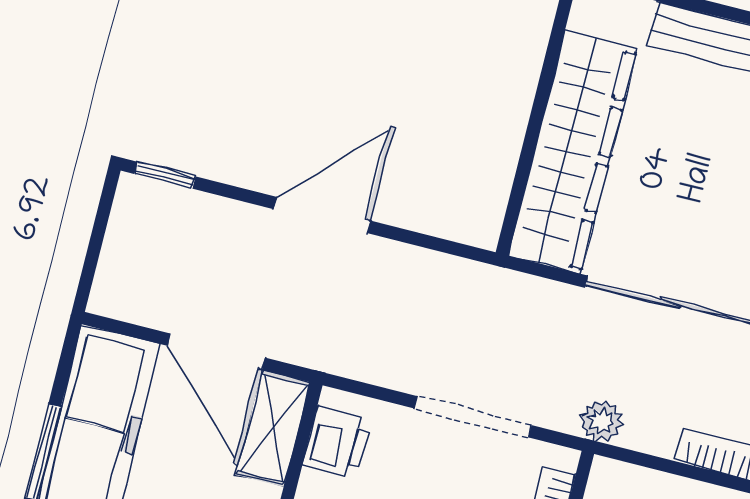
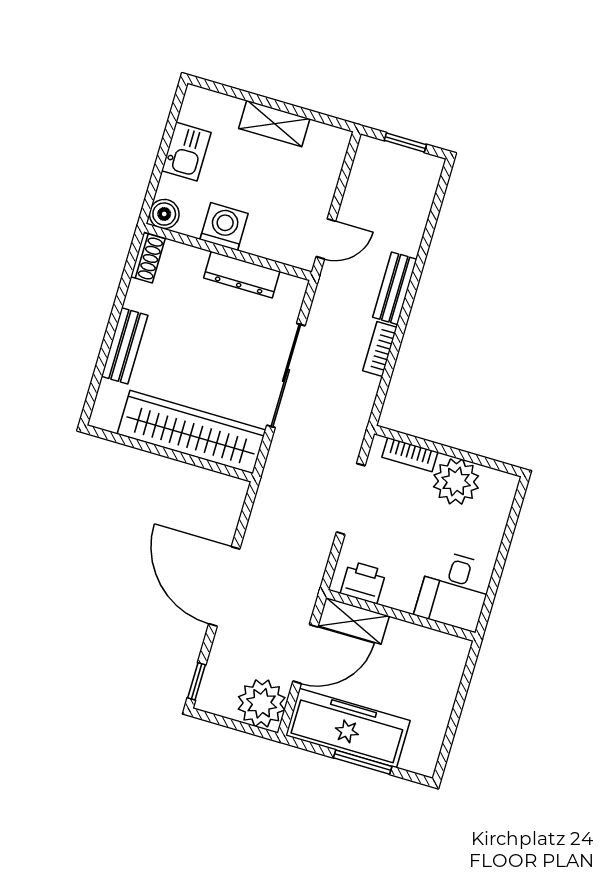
door: (322, 215) -> (224, 586), width x1.36
plant: (602, 421) -> (262, 703), moved, width x1.88, depth x1.88

